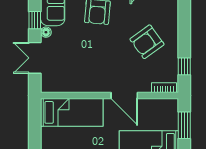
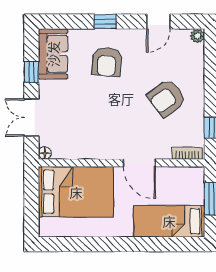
floor lamp: (46, 32) -> (45, 153), moved
bed: (72, 112) -> (76, 192), width x1.50

